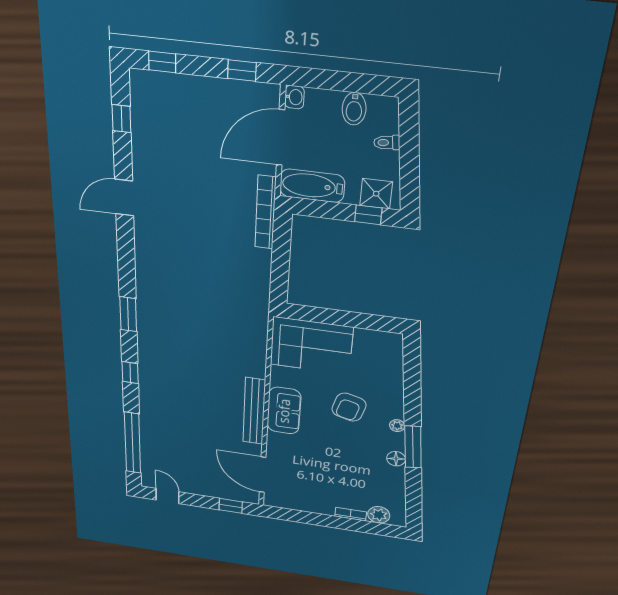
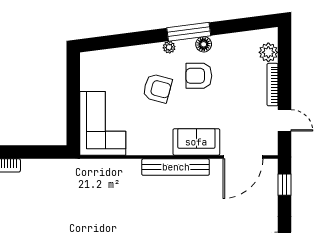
sofa: (284, 411) -> (196, 142), moved
armchair: (359, 449) -> (199, 76), added
bookcase: (351, 514) -> (273, 85), width x1.56
door: (301, 517) -> (285, 120), added

